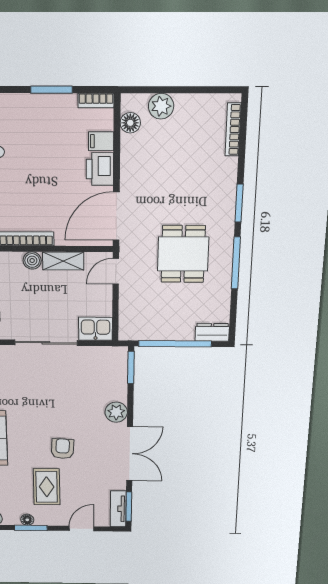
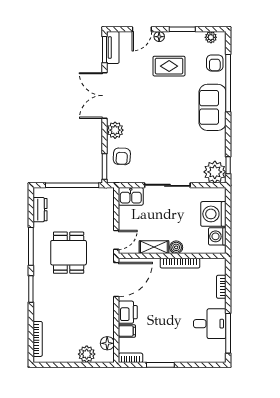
dresser: (212, 332) -> (40, 210), moved, turned -90
armchair: (63, 449) -> (122, 156), moved
rug: (47, 487) -> (169, 66), turned 90
floor lamp: (27, 520) -> (159, 37), moved

